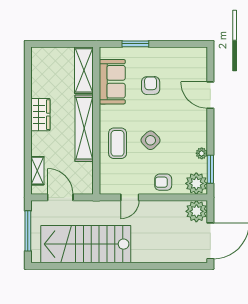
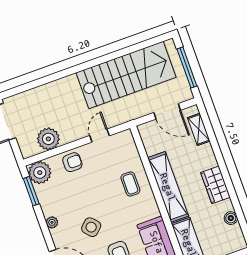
boiler: (37, 79) -> (231, 218), added
side table: (151, 140) -> (91, 227), moved
coffee table: (118, 143) -> (130, 184), width x0.73, depth x0.77
plant: (202, 153) -> (52, 222), moved
plant: (196, 211) -> (48, 139), moved

